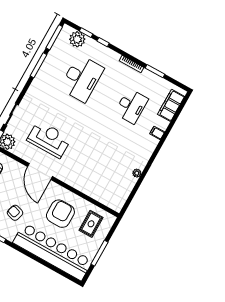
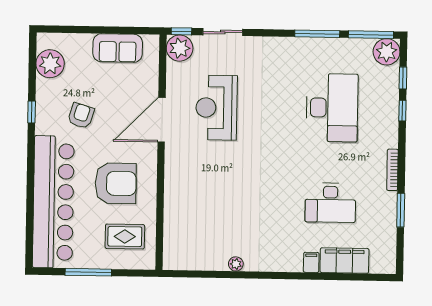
plant: (77, 39) -> (387, 52), moved
desk: (82, 78) -> (332, 108), turned -90
filing cabinet: (171, 105) -> (344, 261), moved
reception desk: (49, 139) -> (216, 108), turned 180

